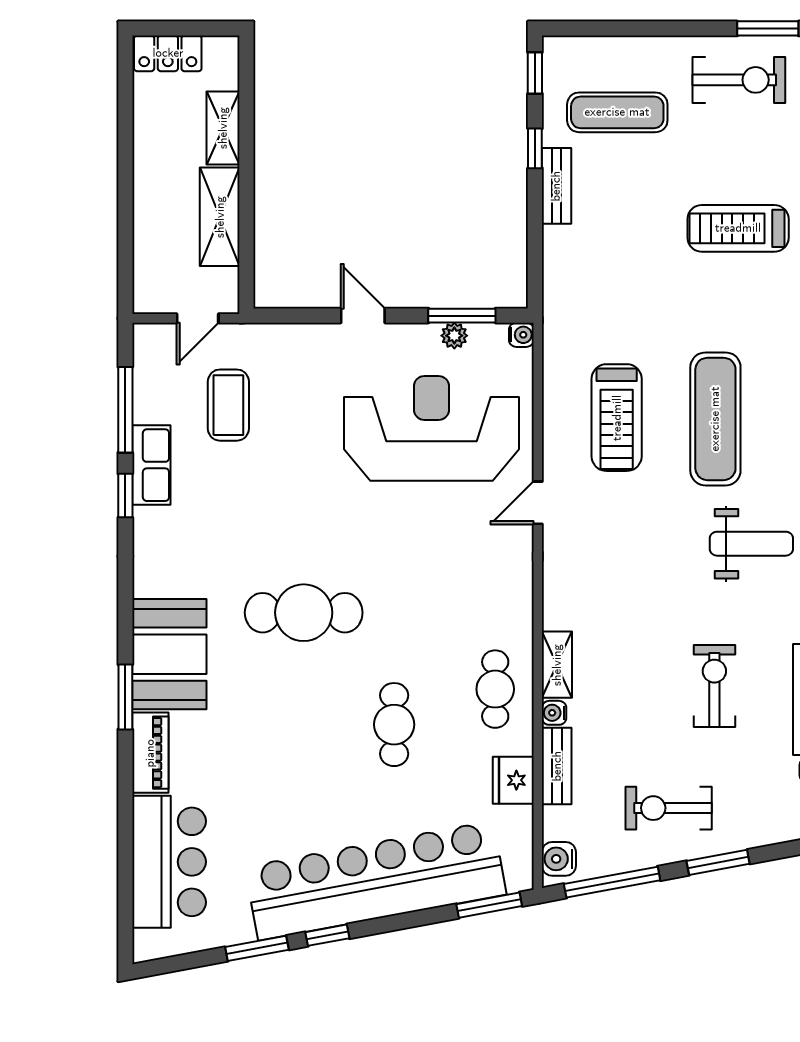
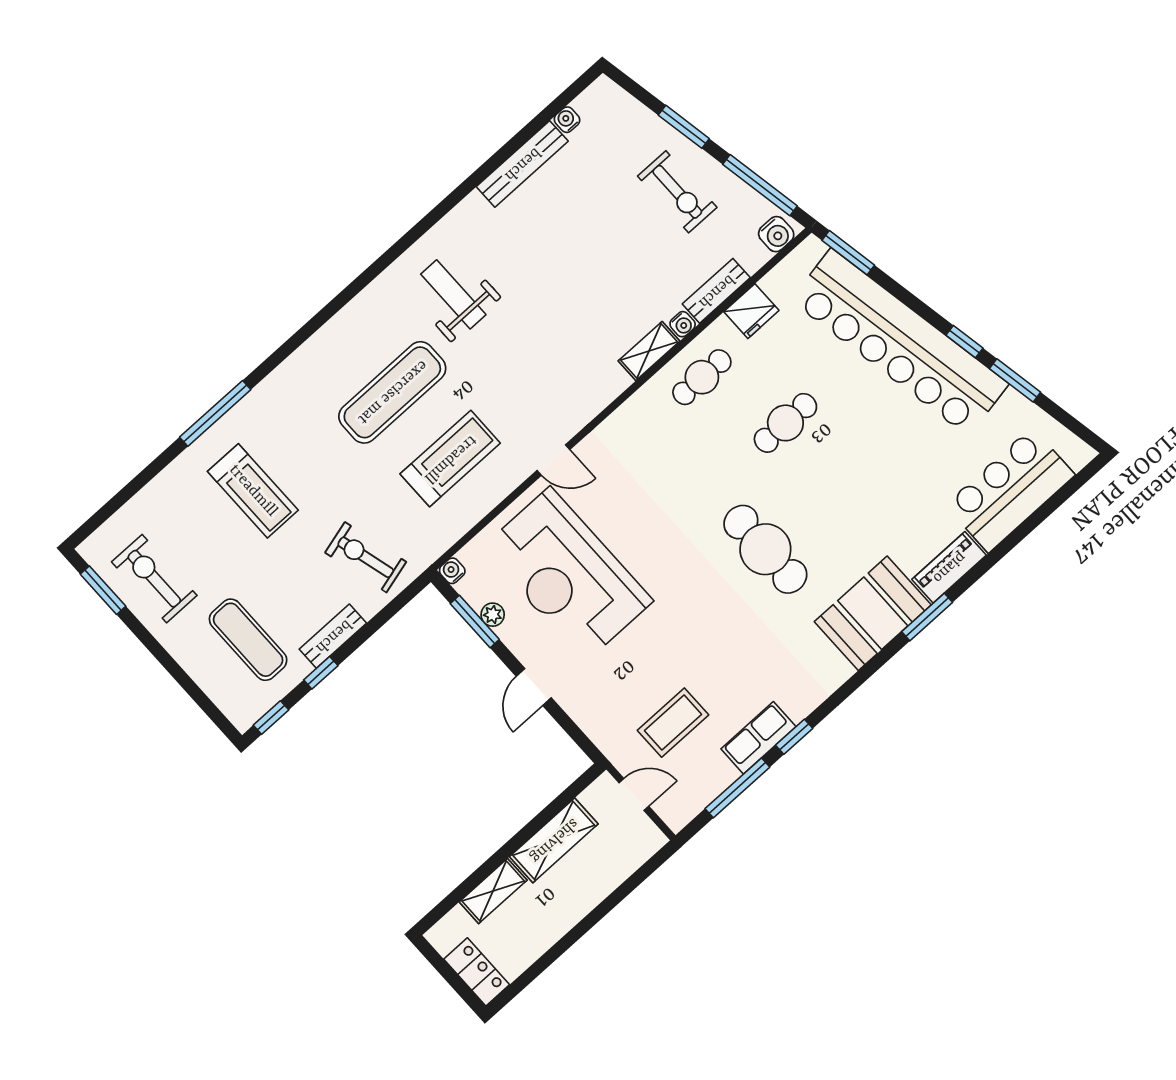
exercise bike: (714, 686) -> (366, 557), moved, turned 75

